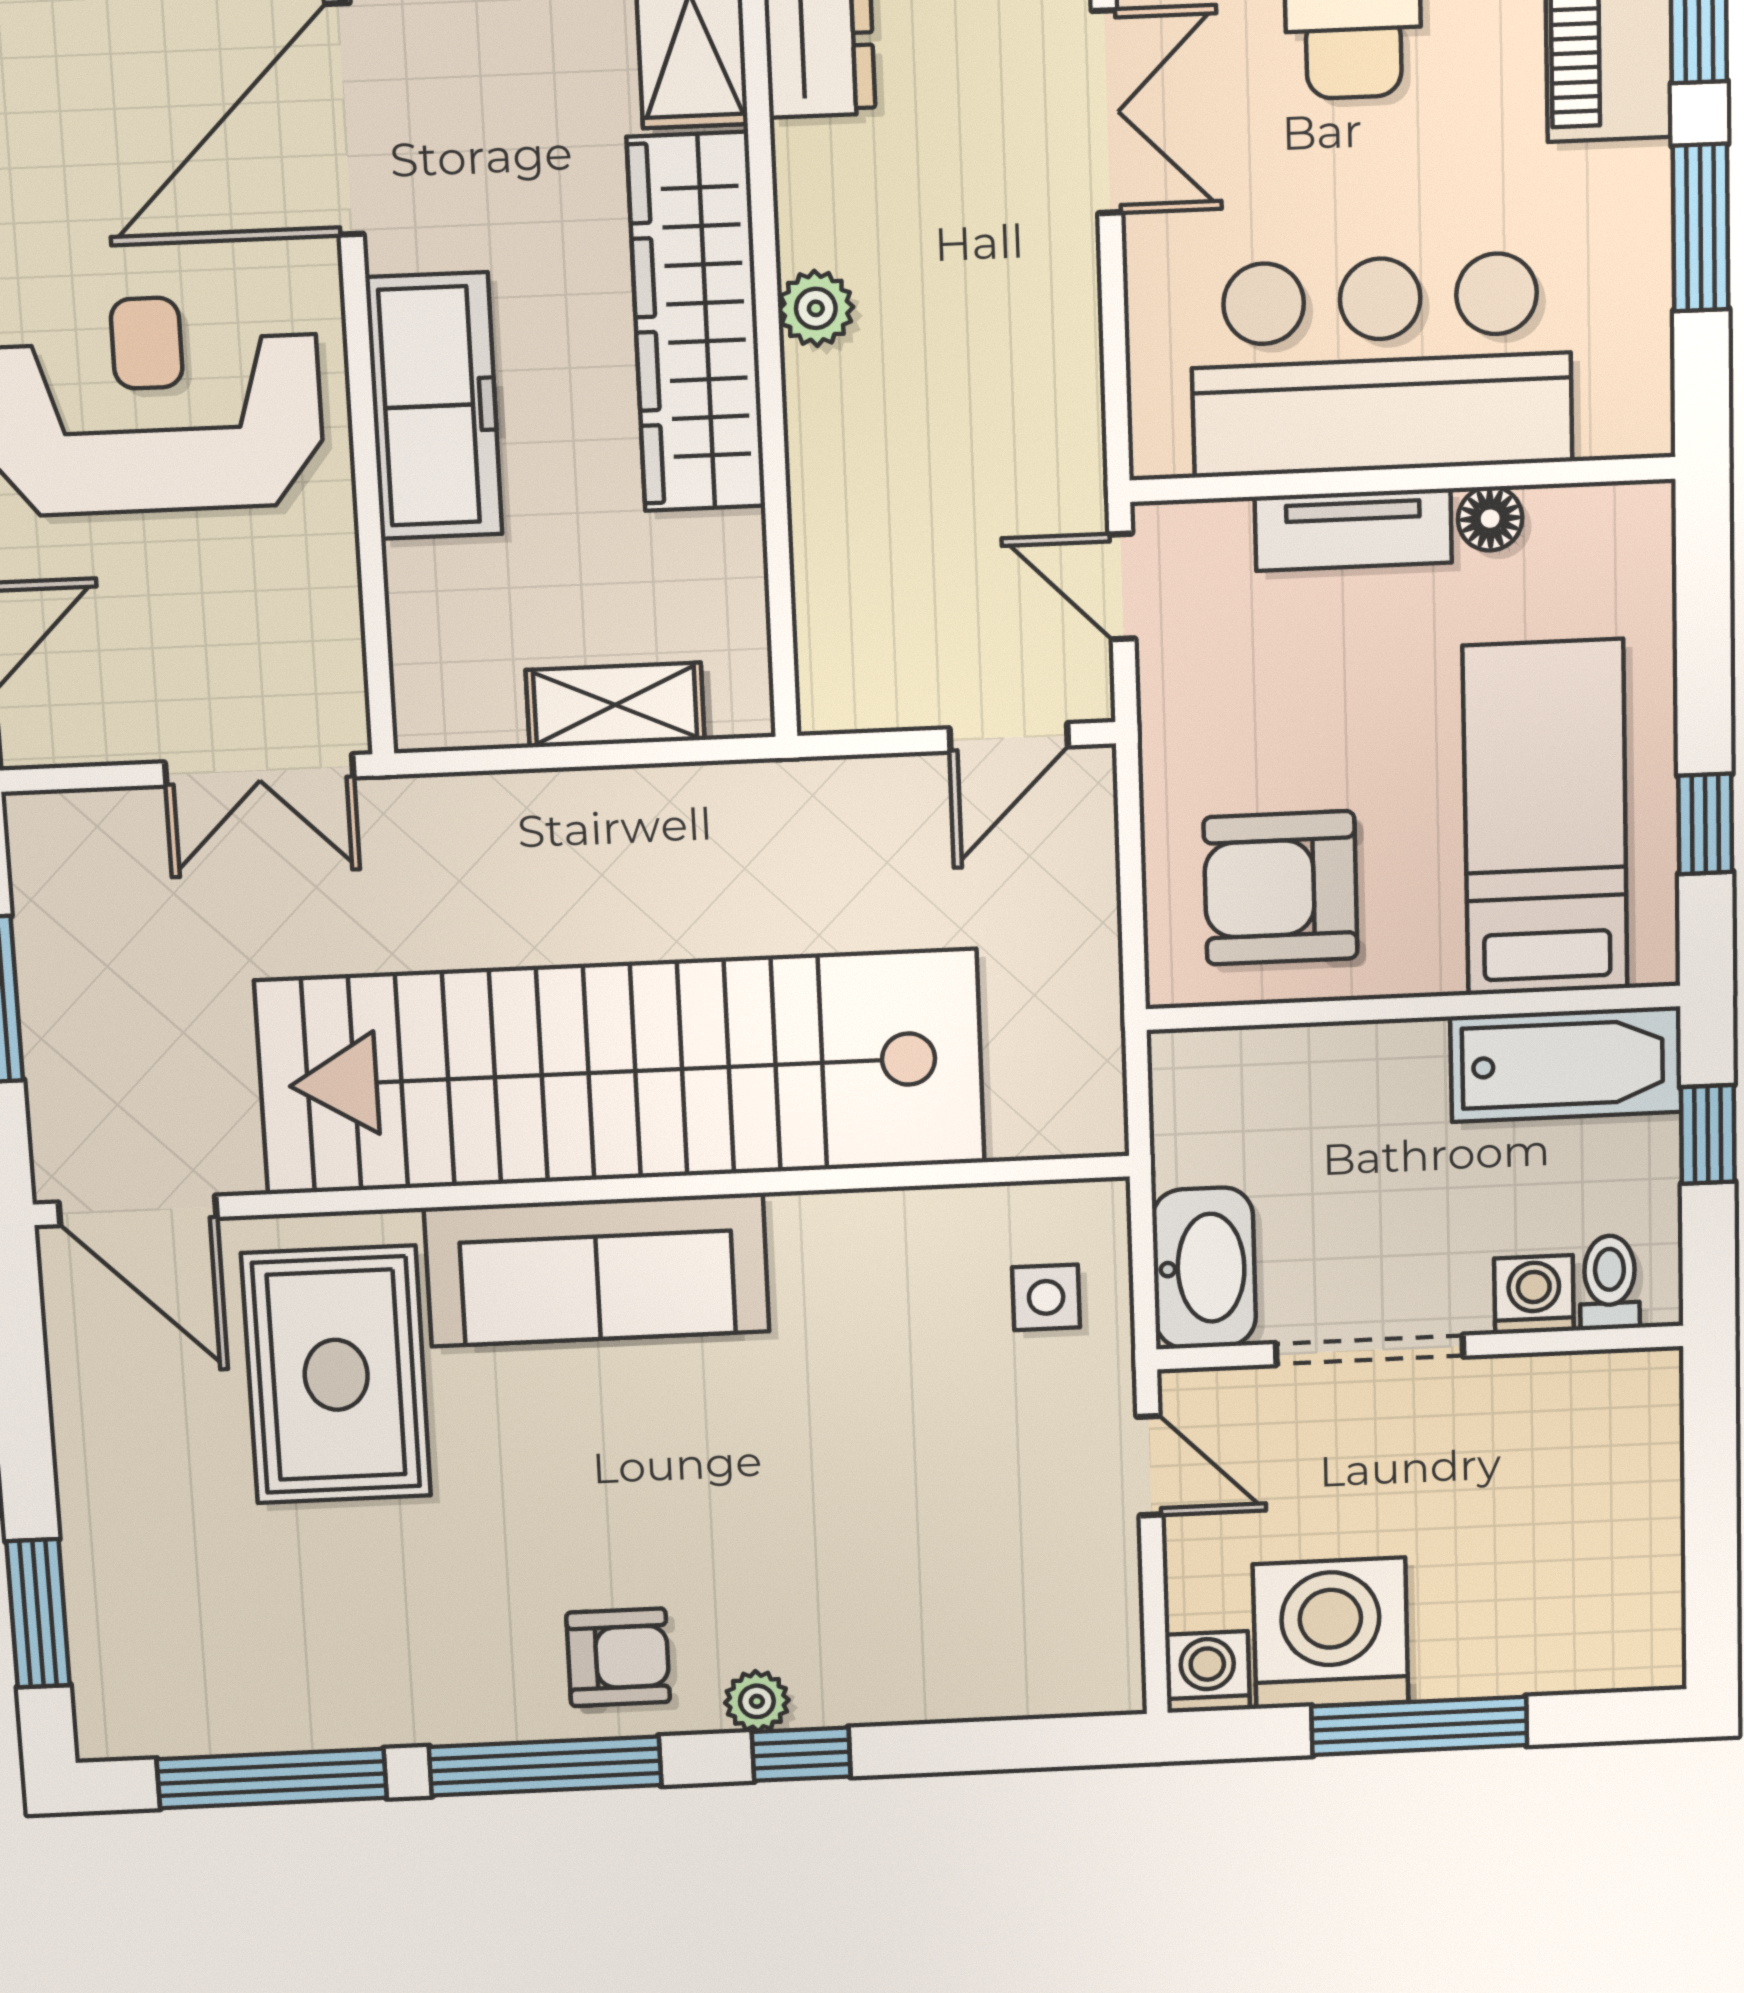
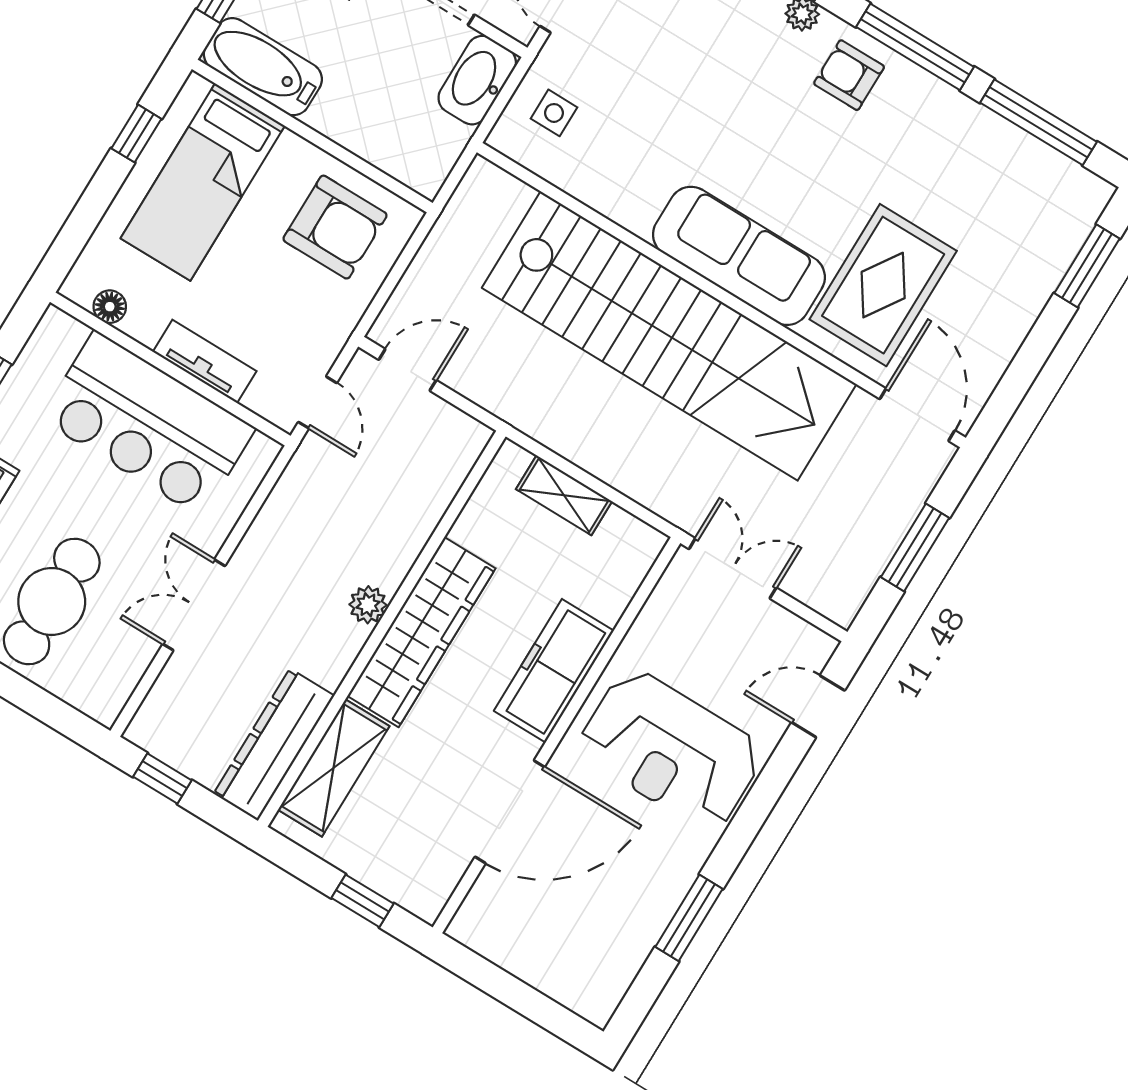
floor lamp: (1490, 519) -> (110, 307), moved

